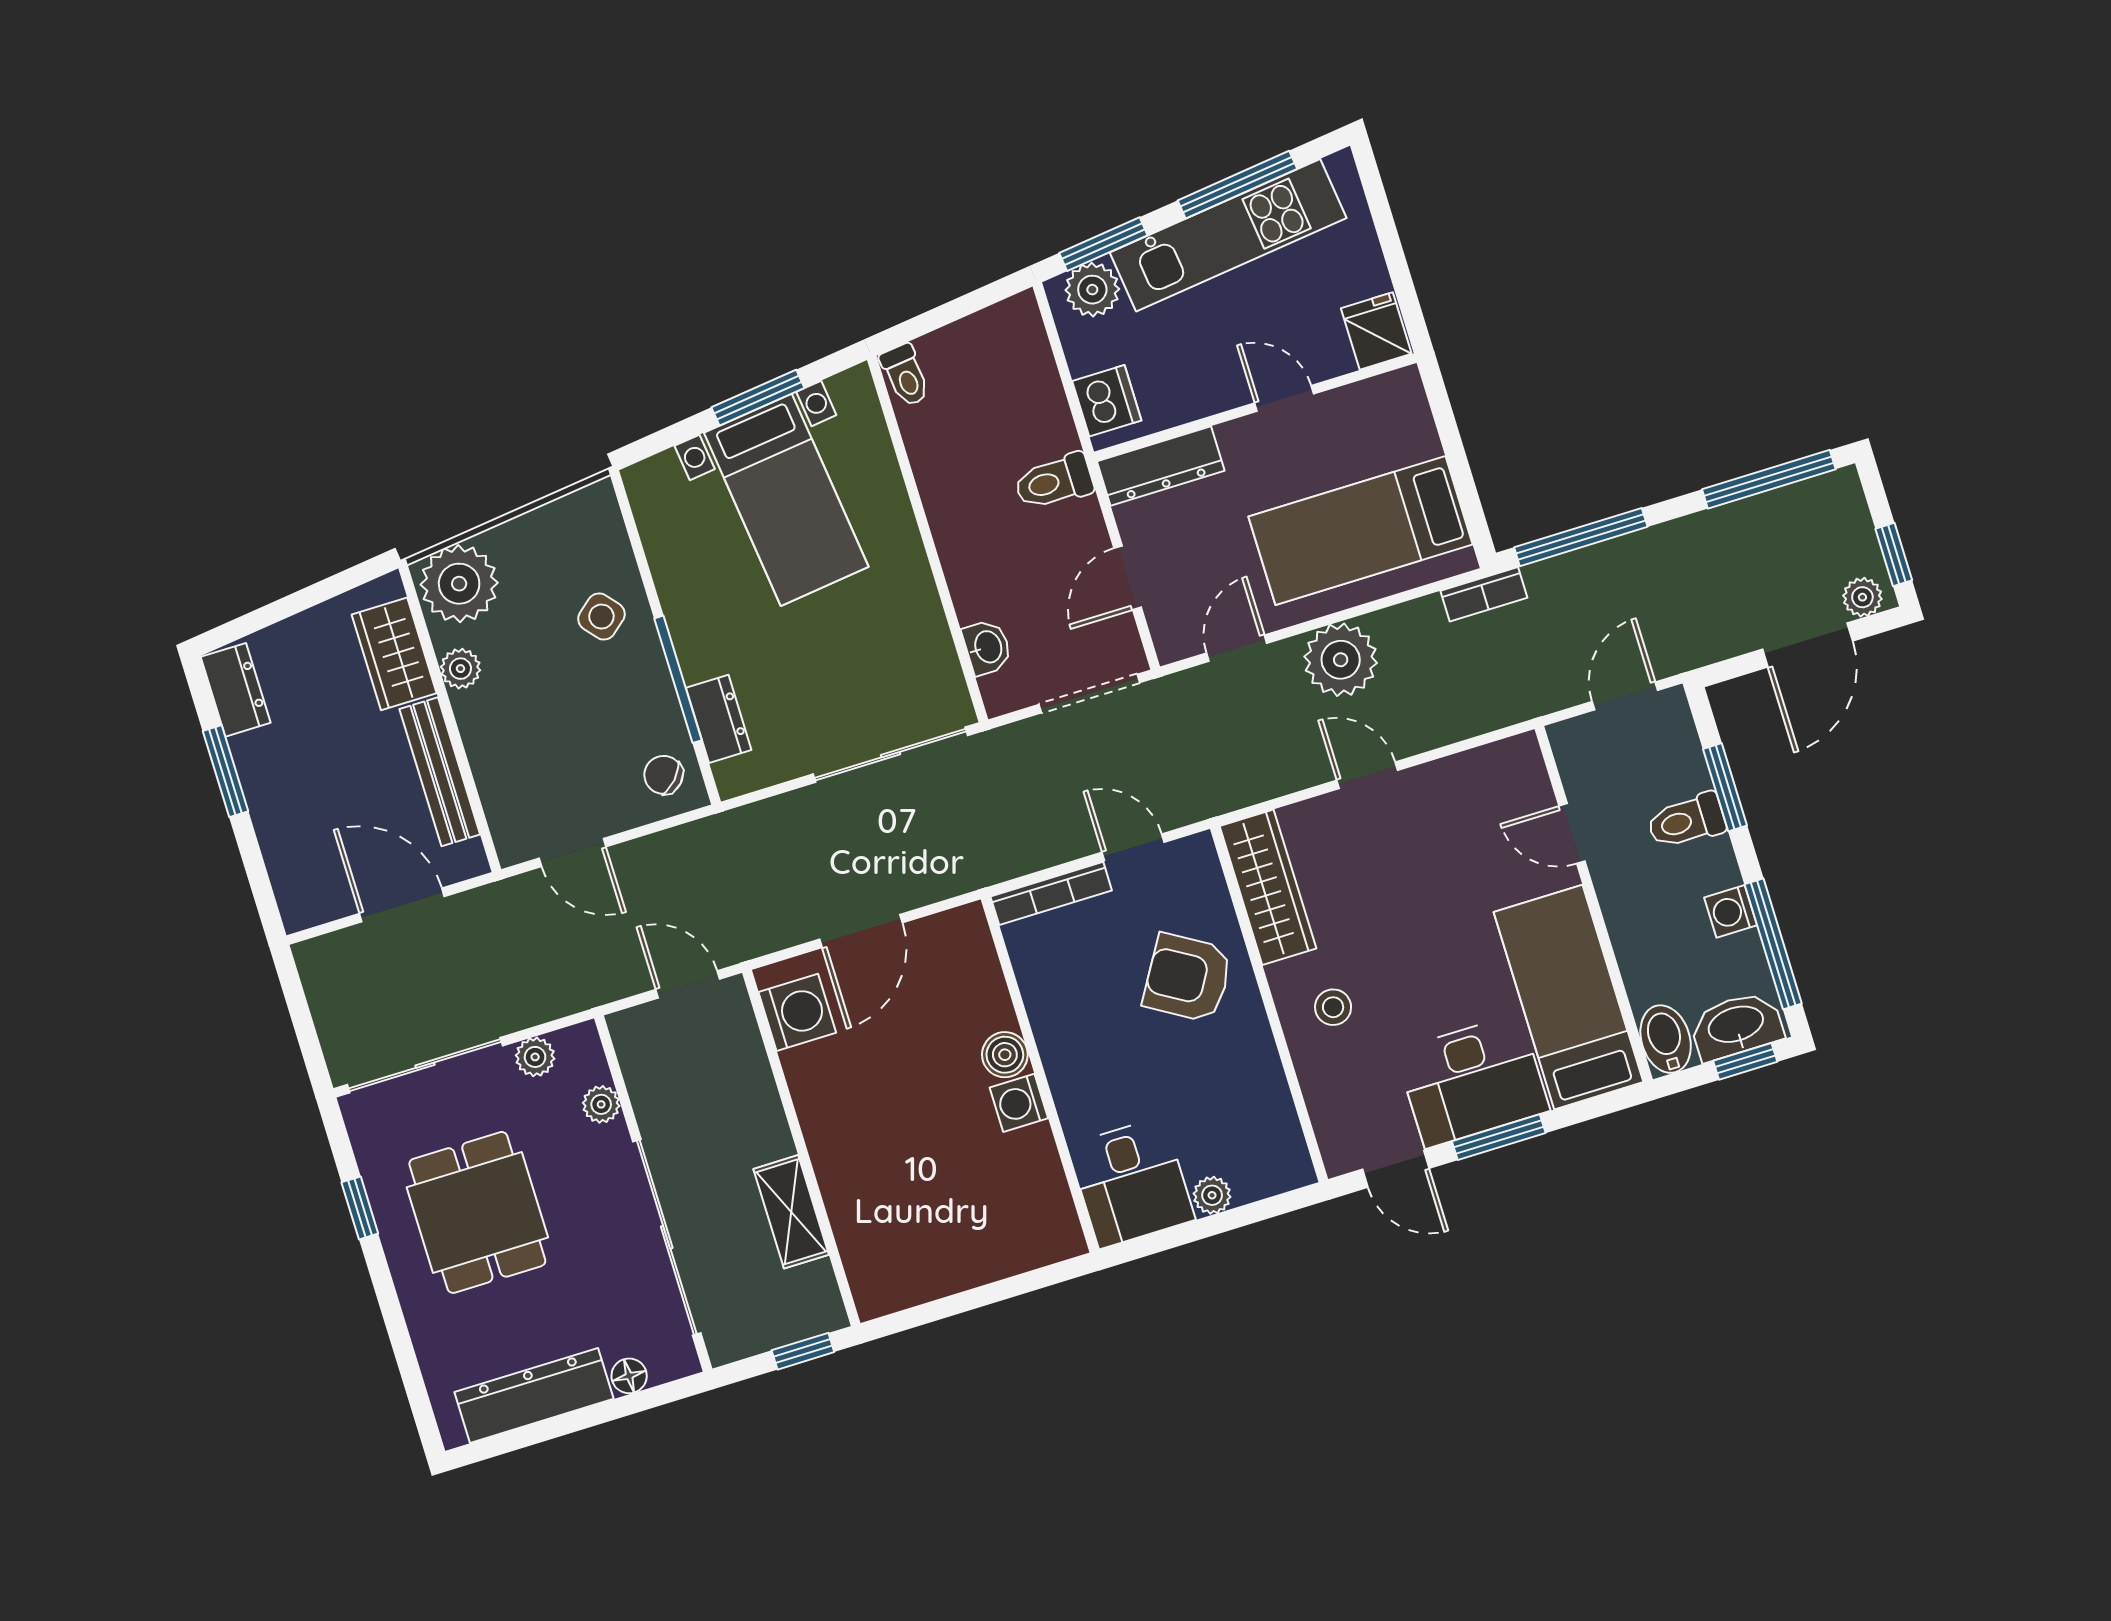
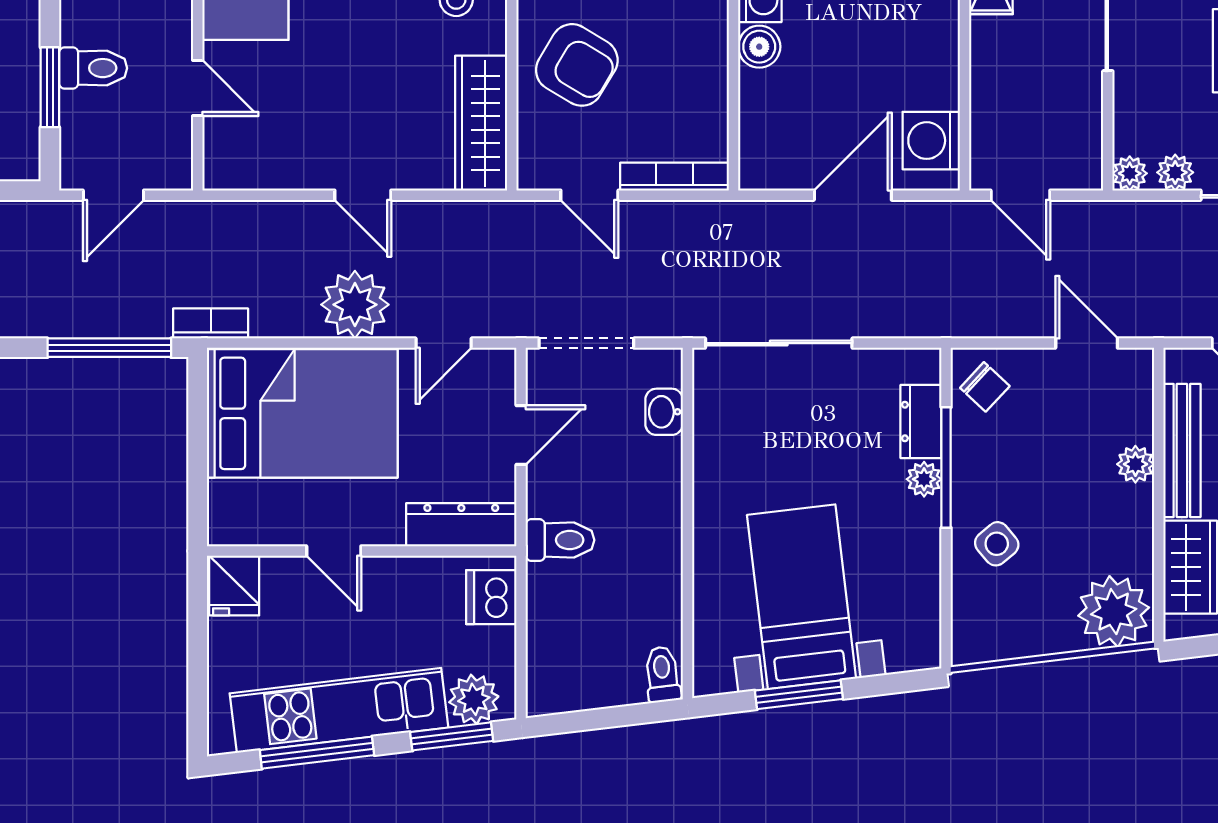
bed: (1361, 531) -> (302, 413), width x1.50
plant: (697, 660) -> (924, 479), added
plant: (460, 669) -> (1135, 464), moved
plant: (601, 1104) -> (1130, 173), moved

